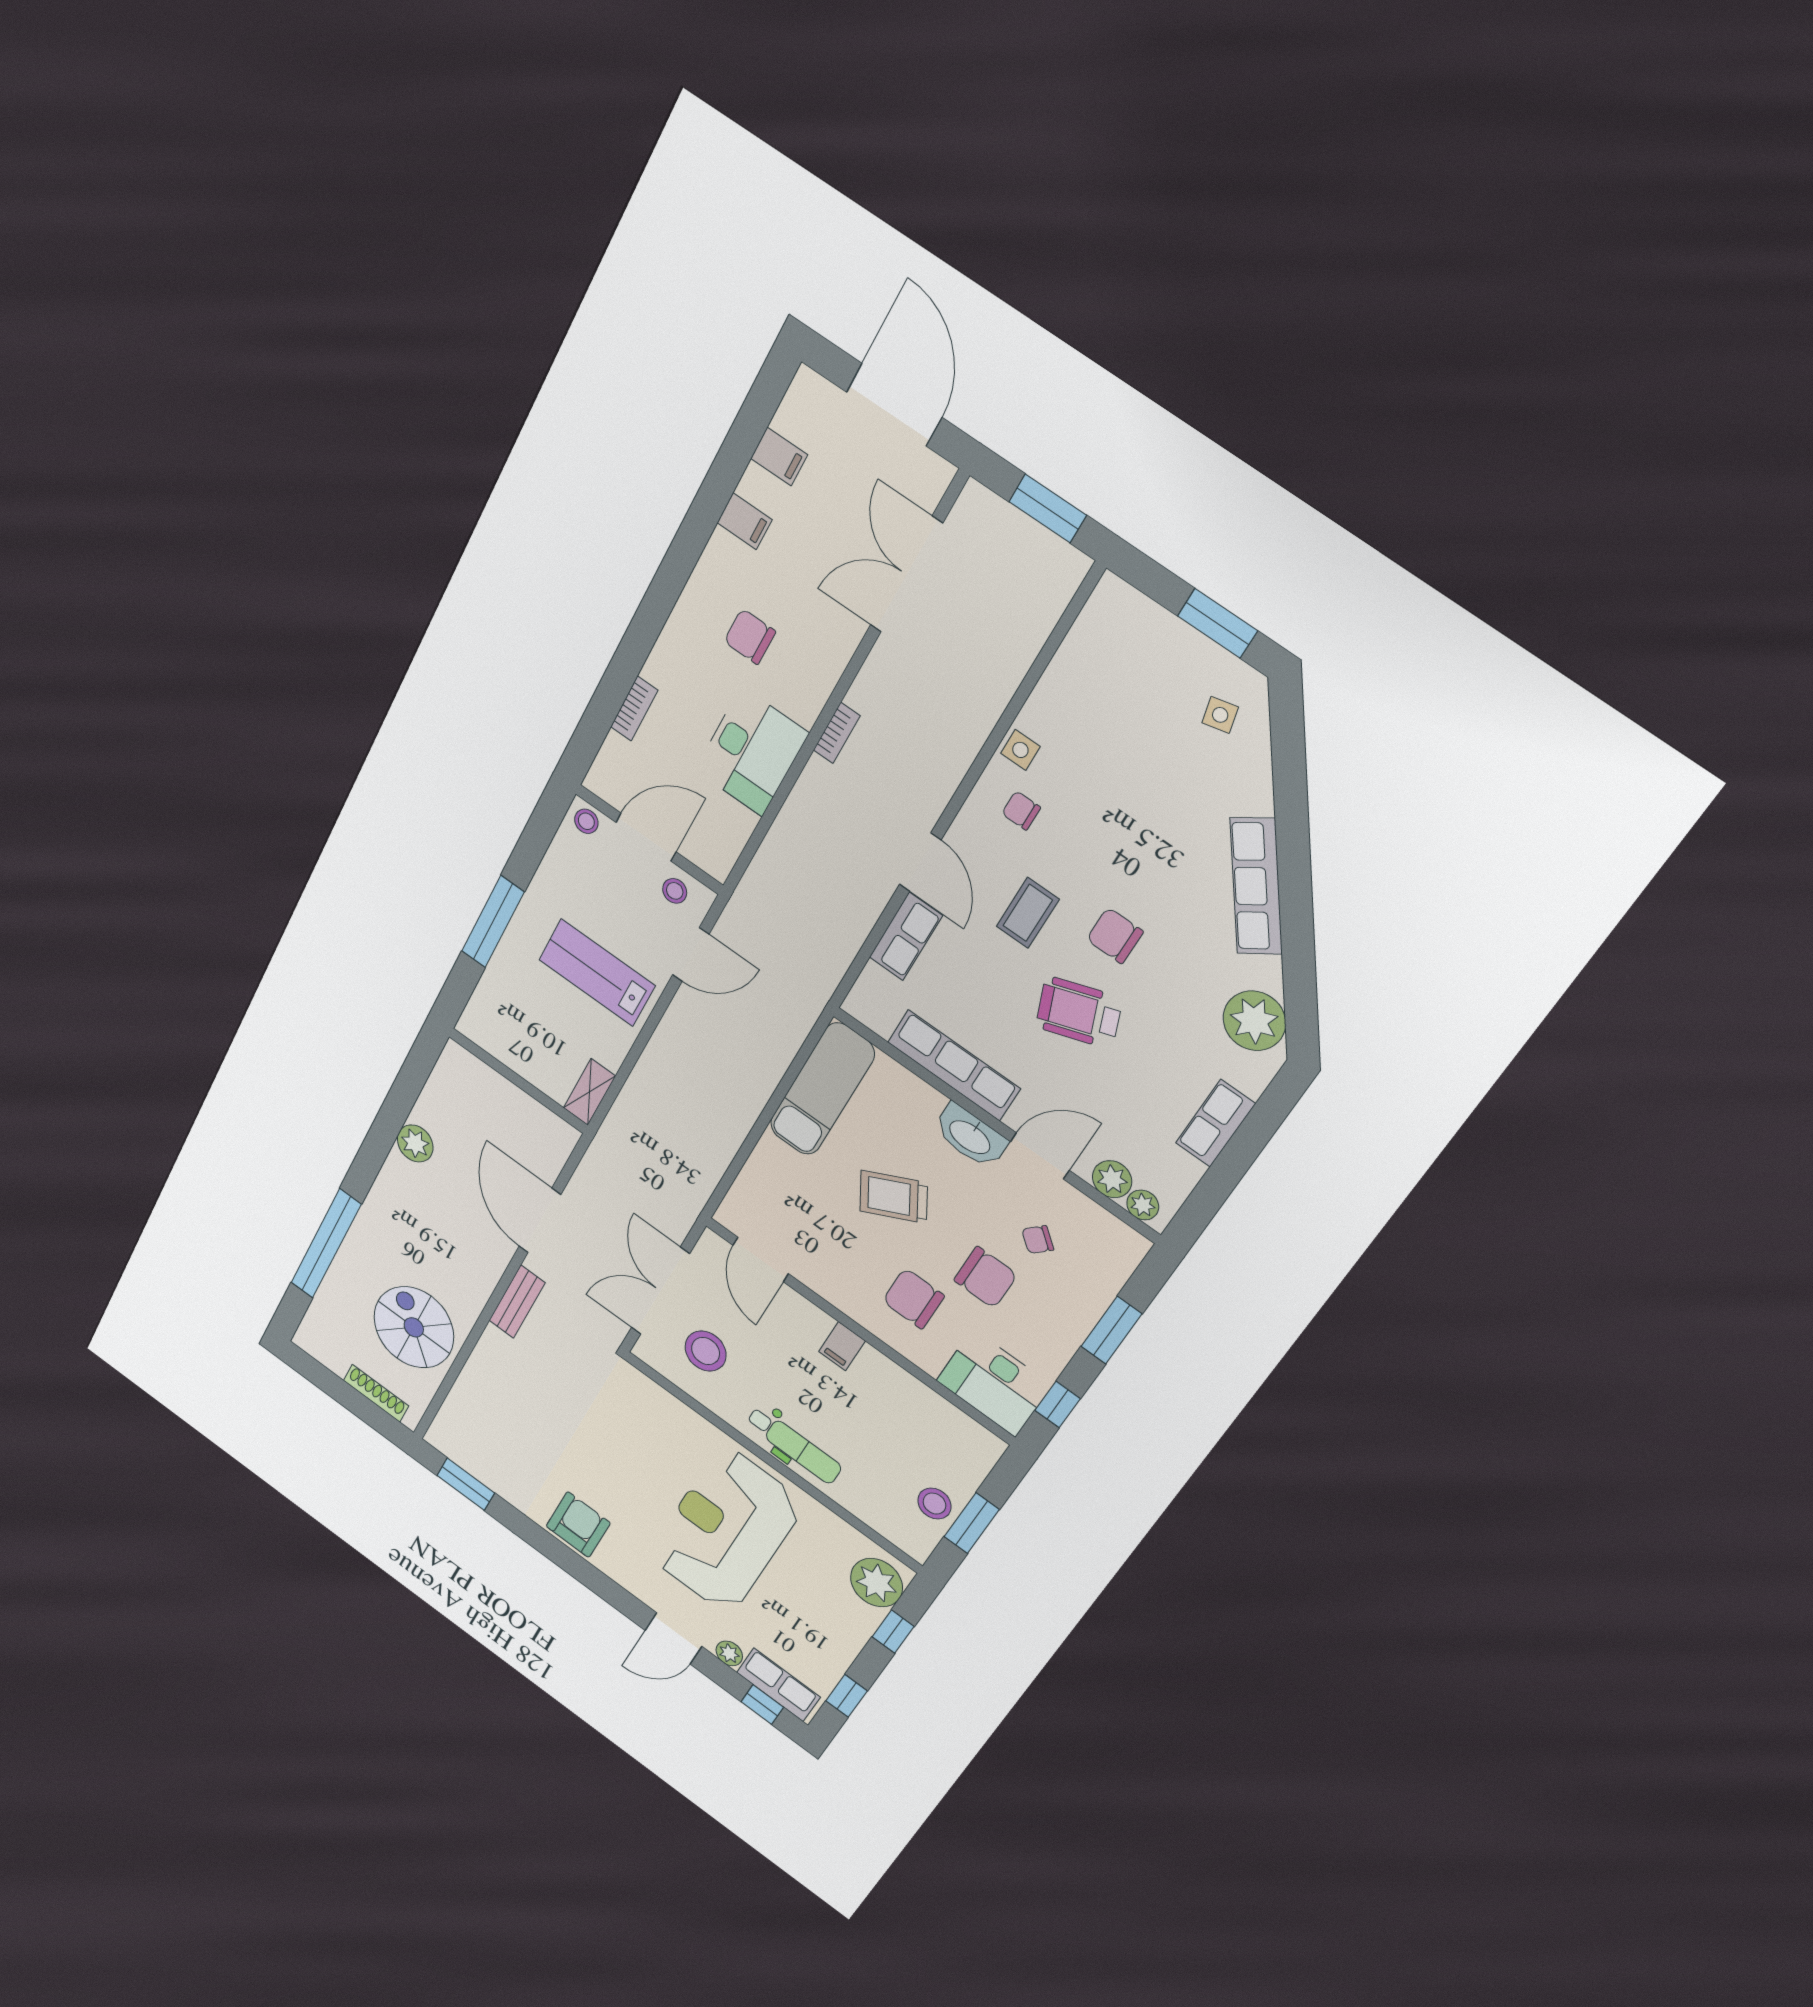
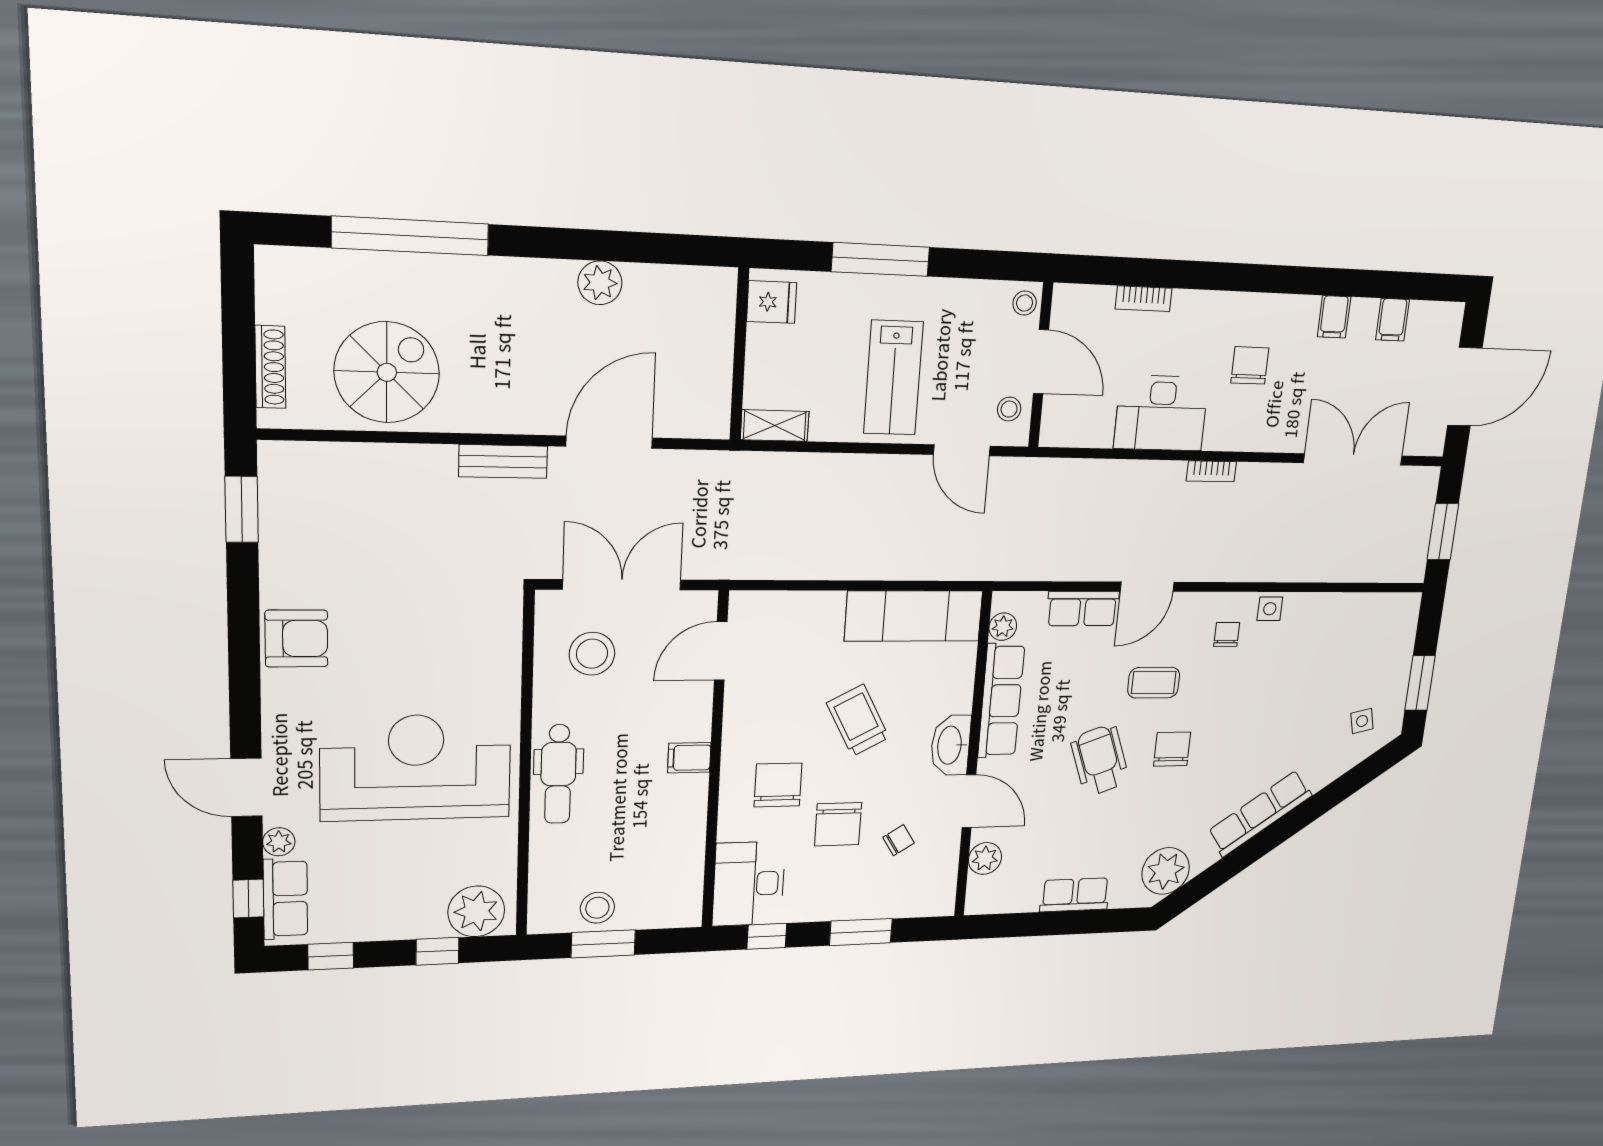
lab bench: (597, 973) -> (893, 378), turned 180
fridge: (488, 1029) -> (772, 302), added
plant: (1143, 1205) -> (1003, 627), moved
chair: (1038, 1240) -> (899, 840), turned 106

